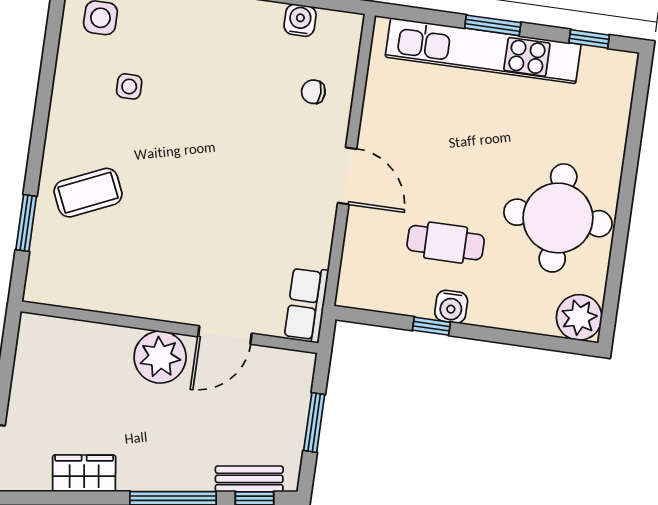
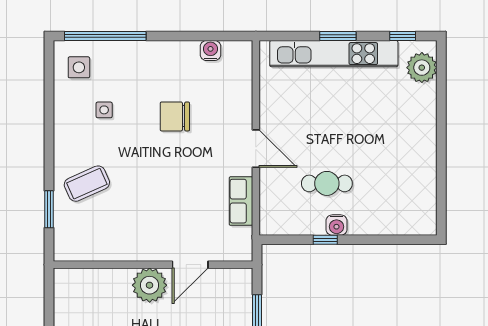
chair: (313, 92) -> (175, 116), moved, width x1.87, depth x1.87
round table: (558, 218) -> (399, 157), removed
row of seats: (306, 304) -> (241, 201), moved
plant: (579, 317) -> (422, 68), moved

